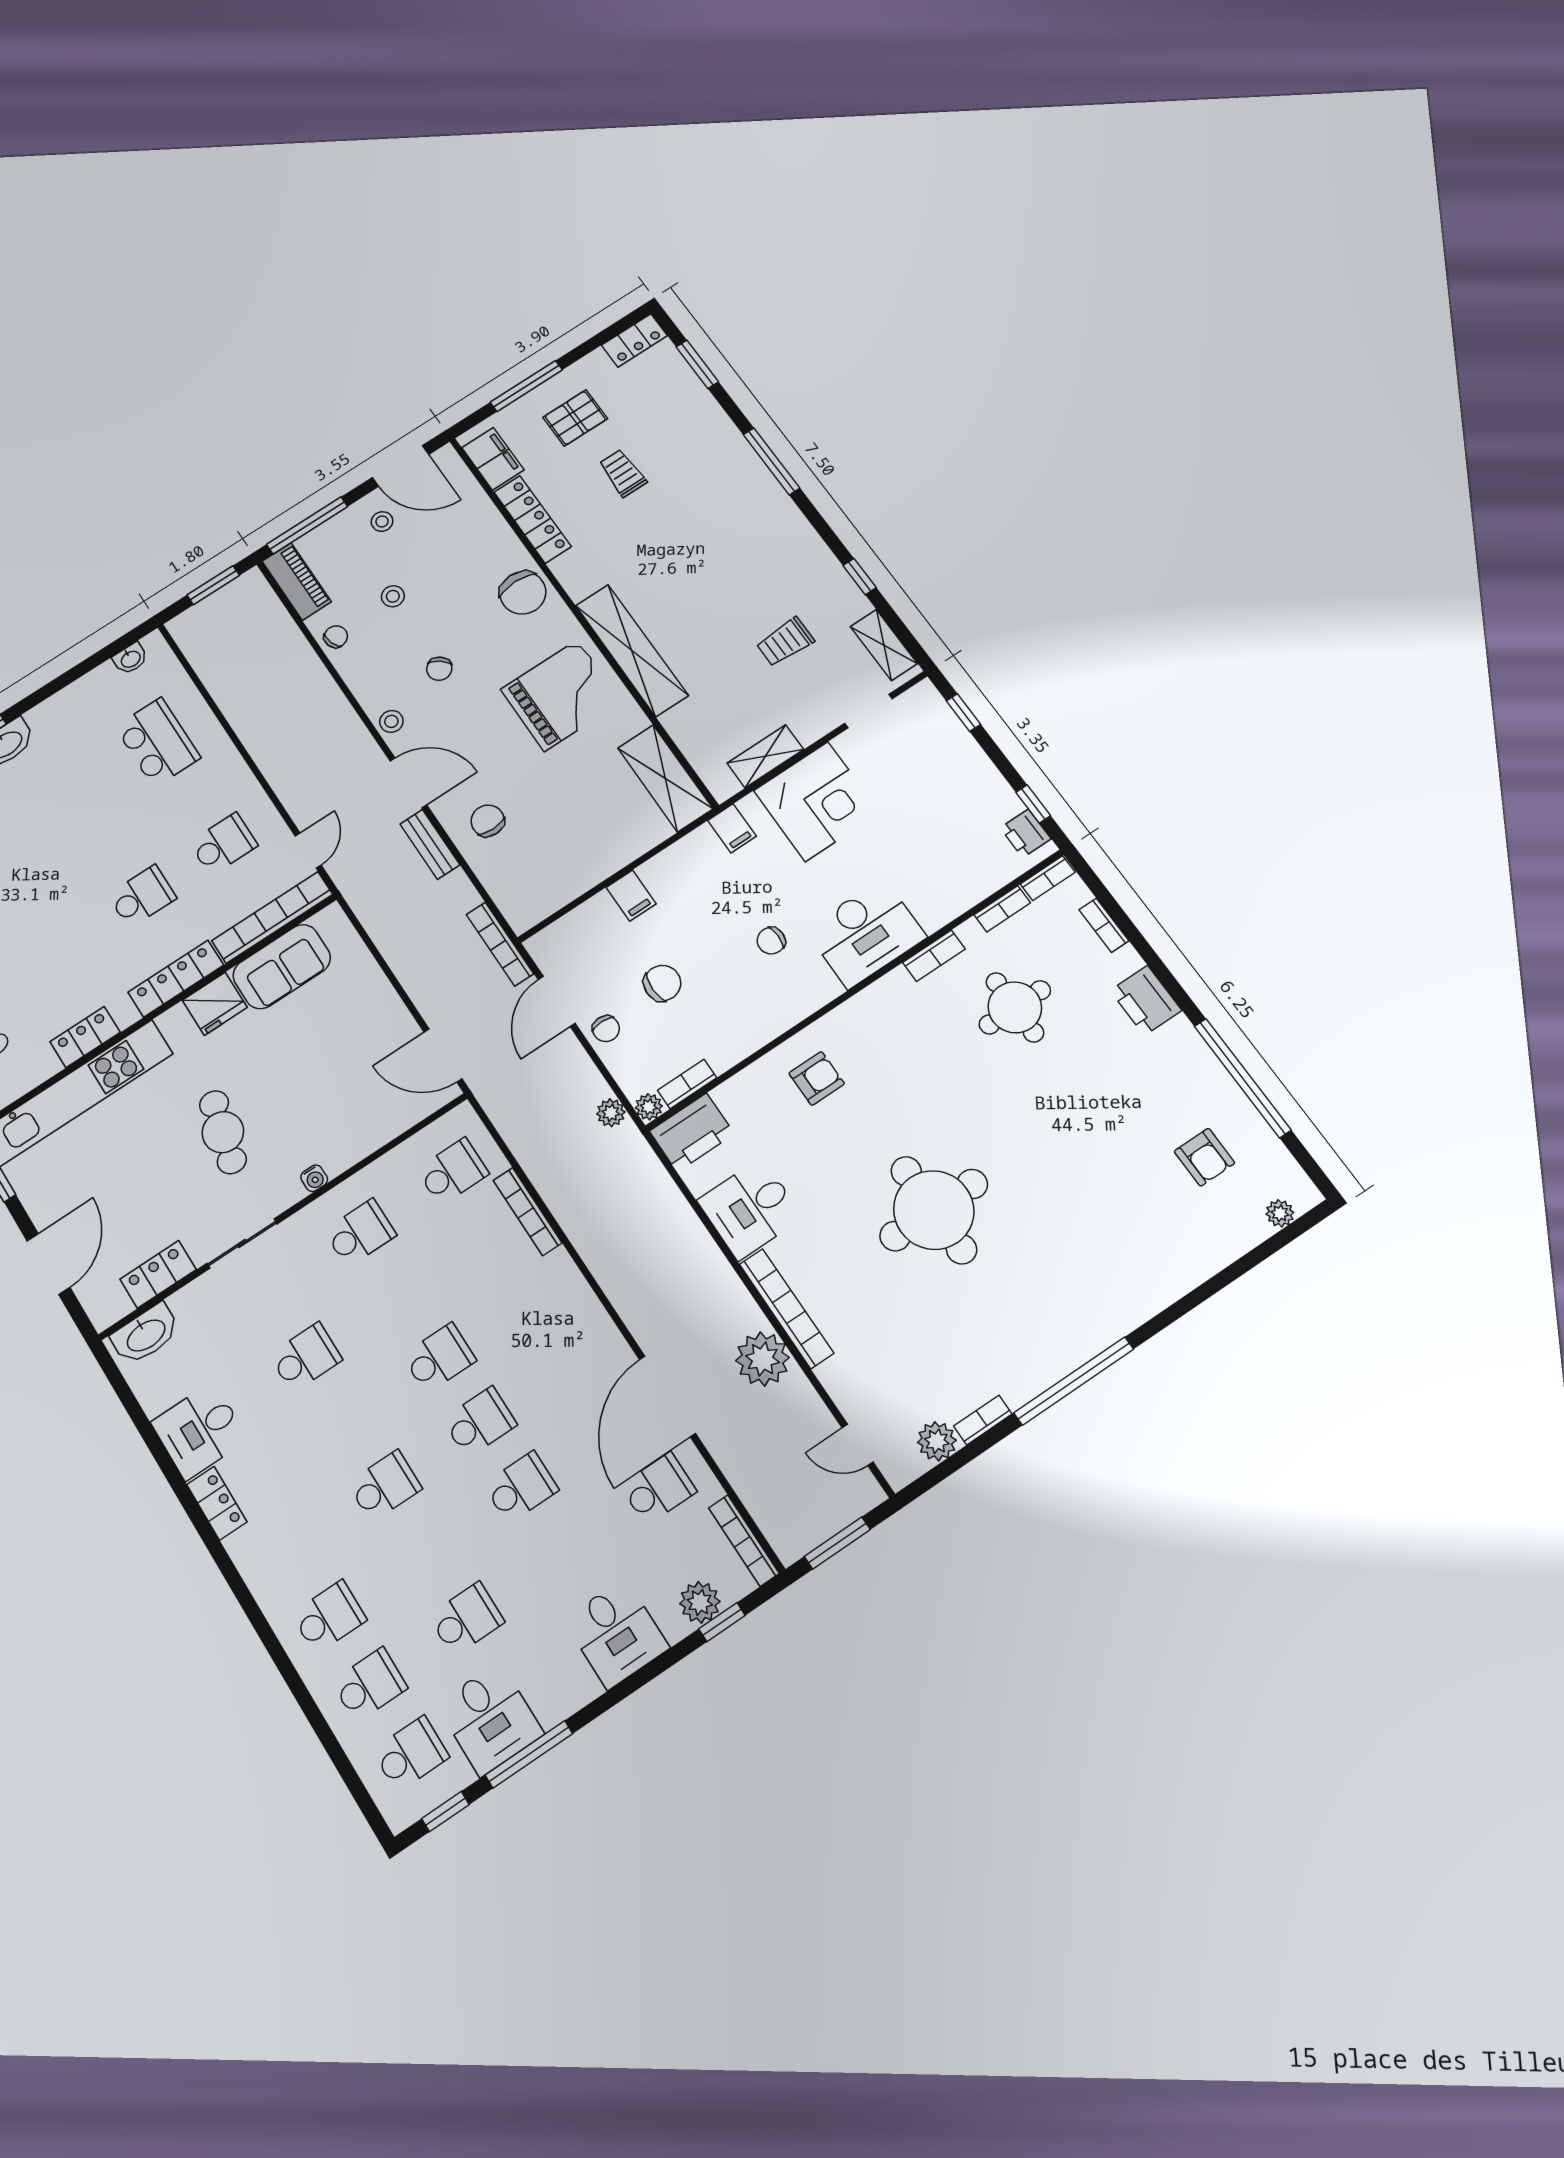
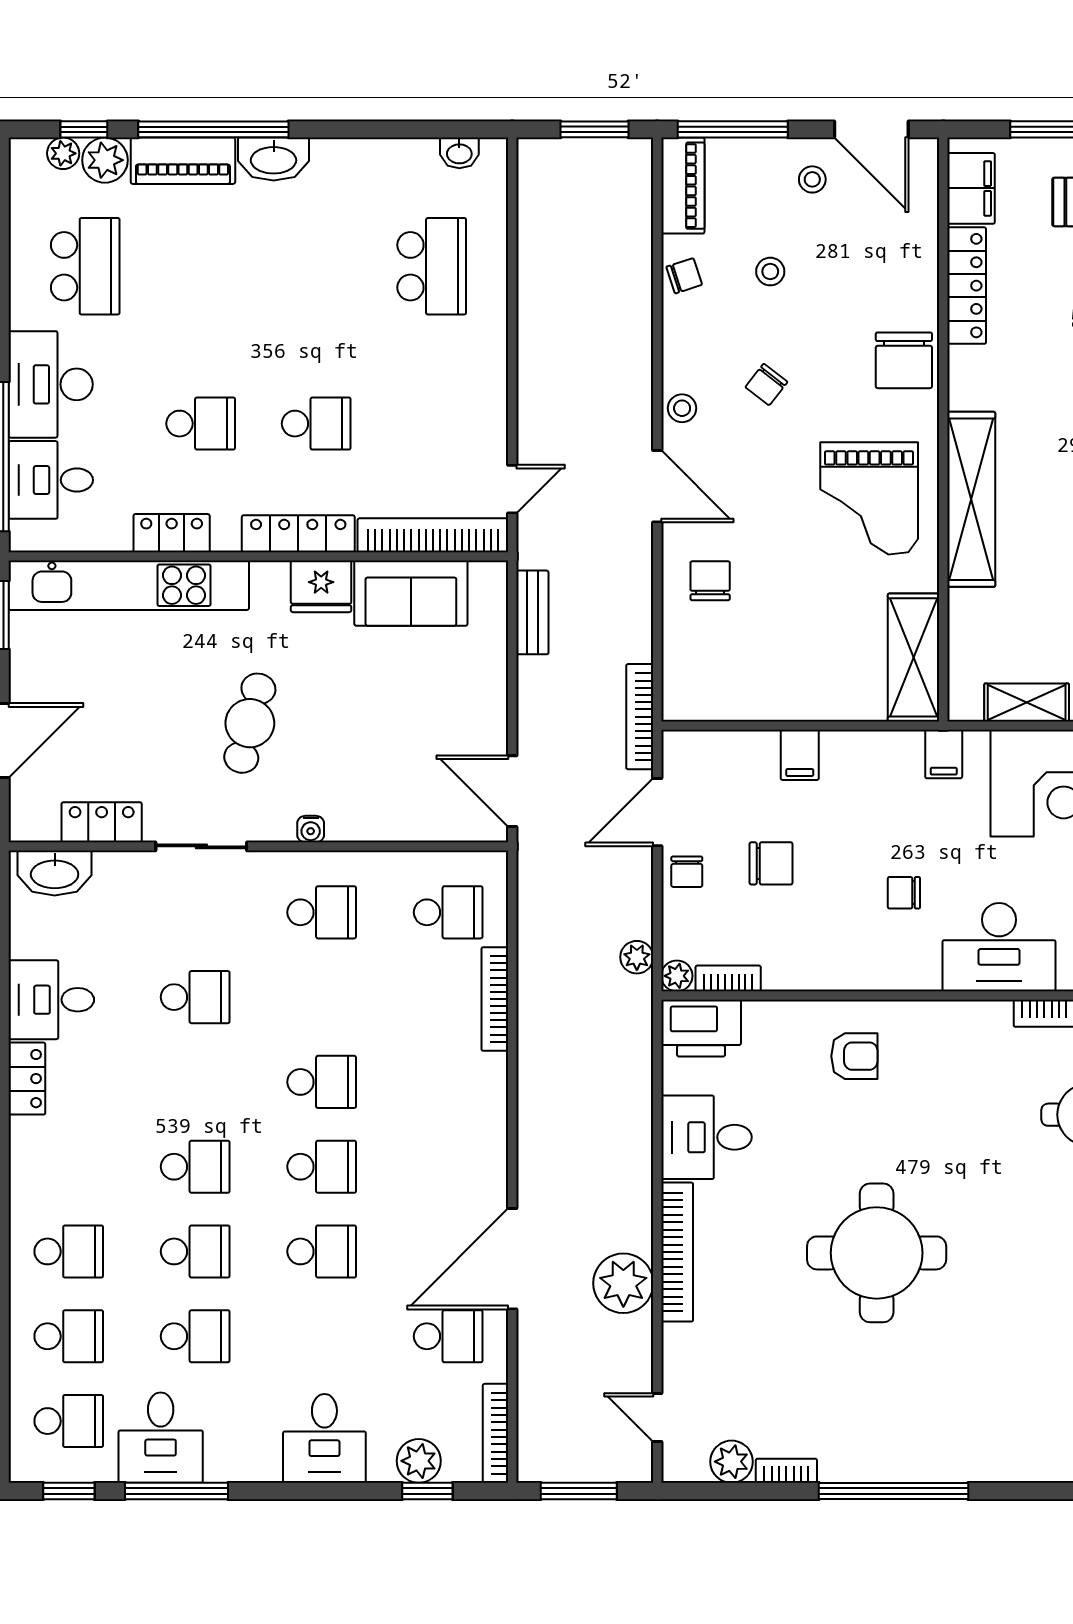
grand piano: (561, 695) -> (869, 498), turned 90
school desk: (223, 844) -> (201, 424), moved
bench: (430, 844) -> (532, 612), moved
school desk: (425, 1552) -> (195, 1251), added

